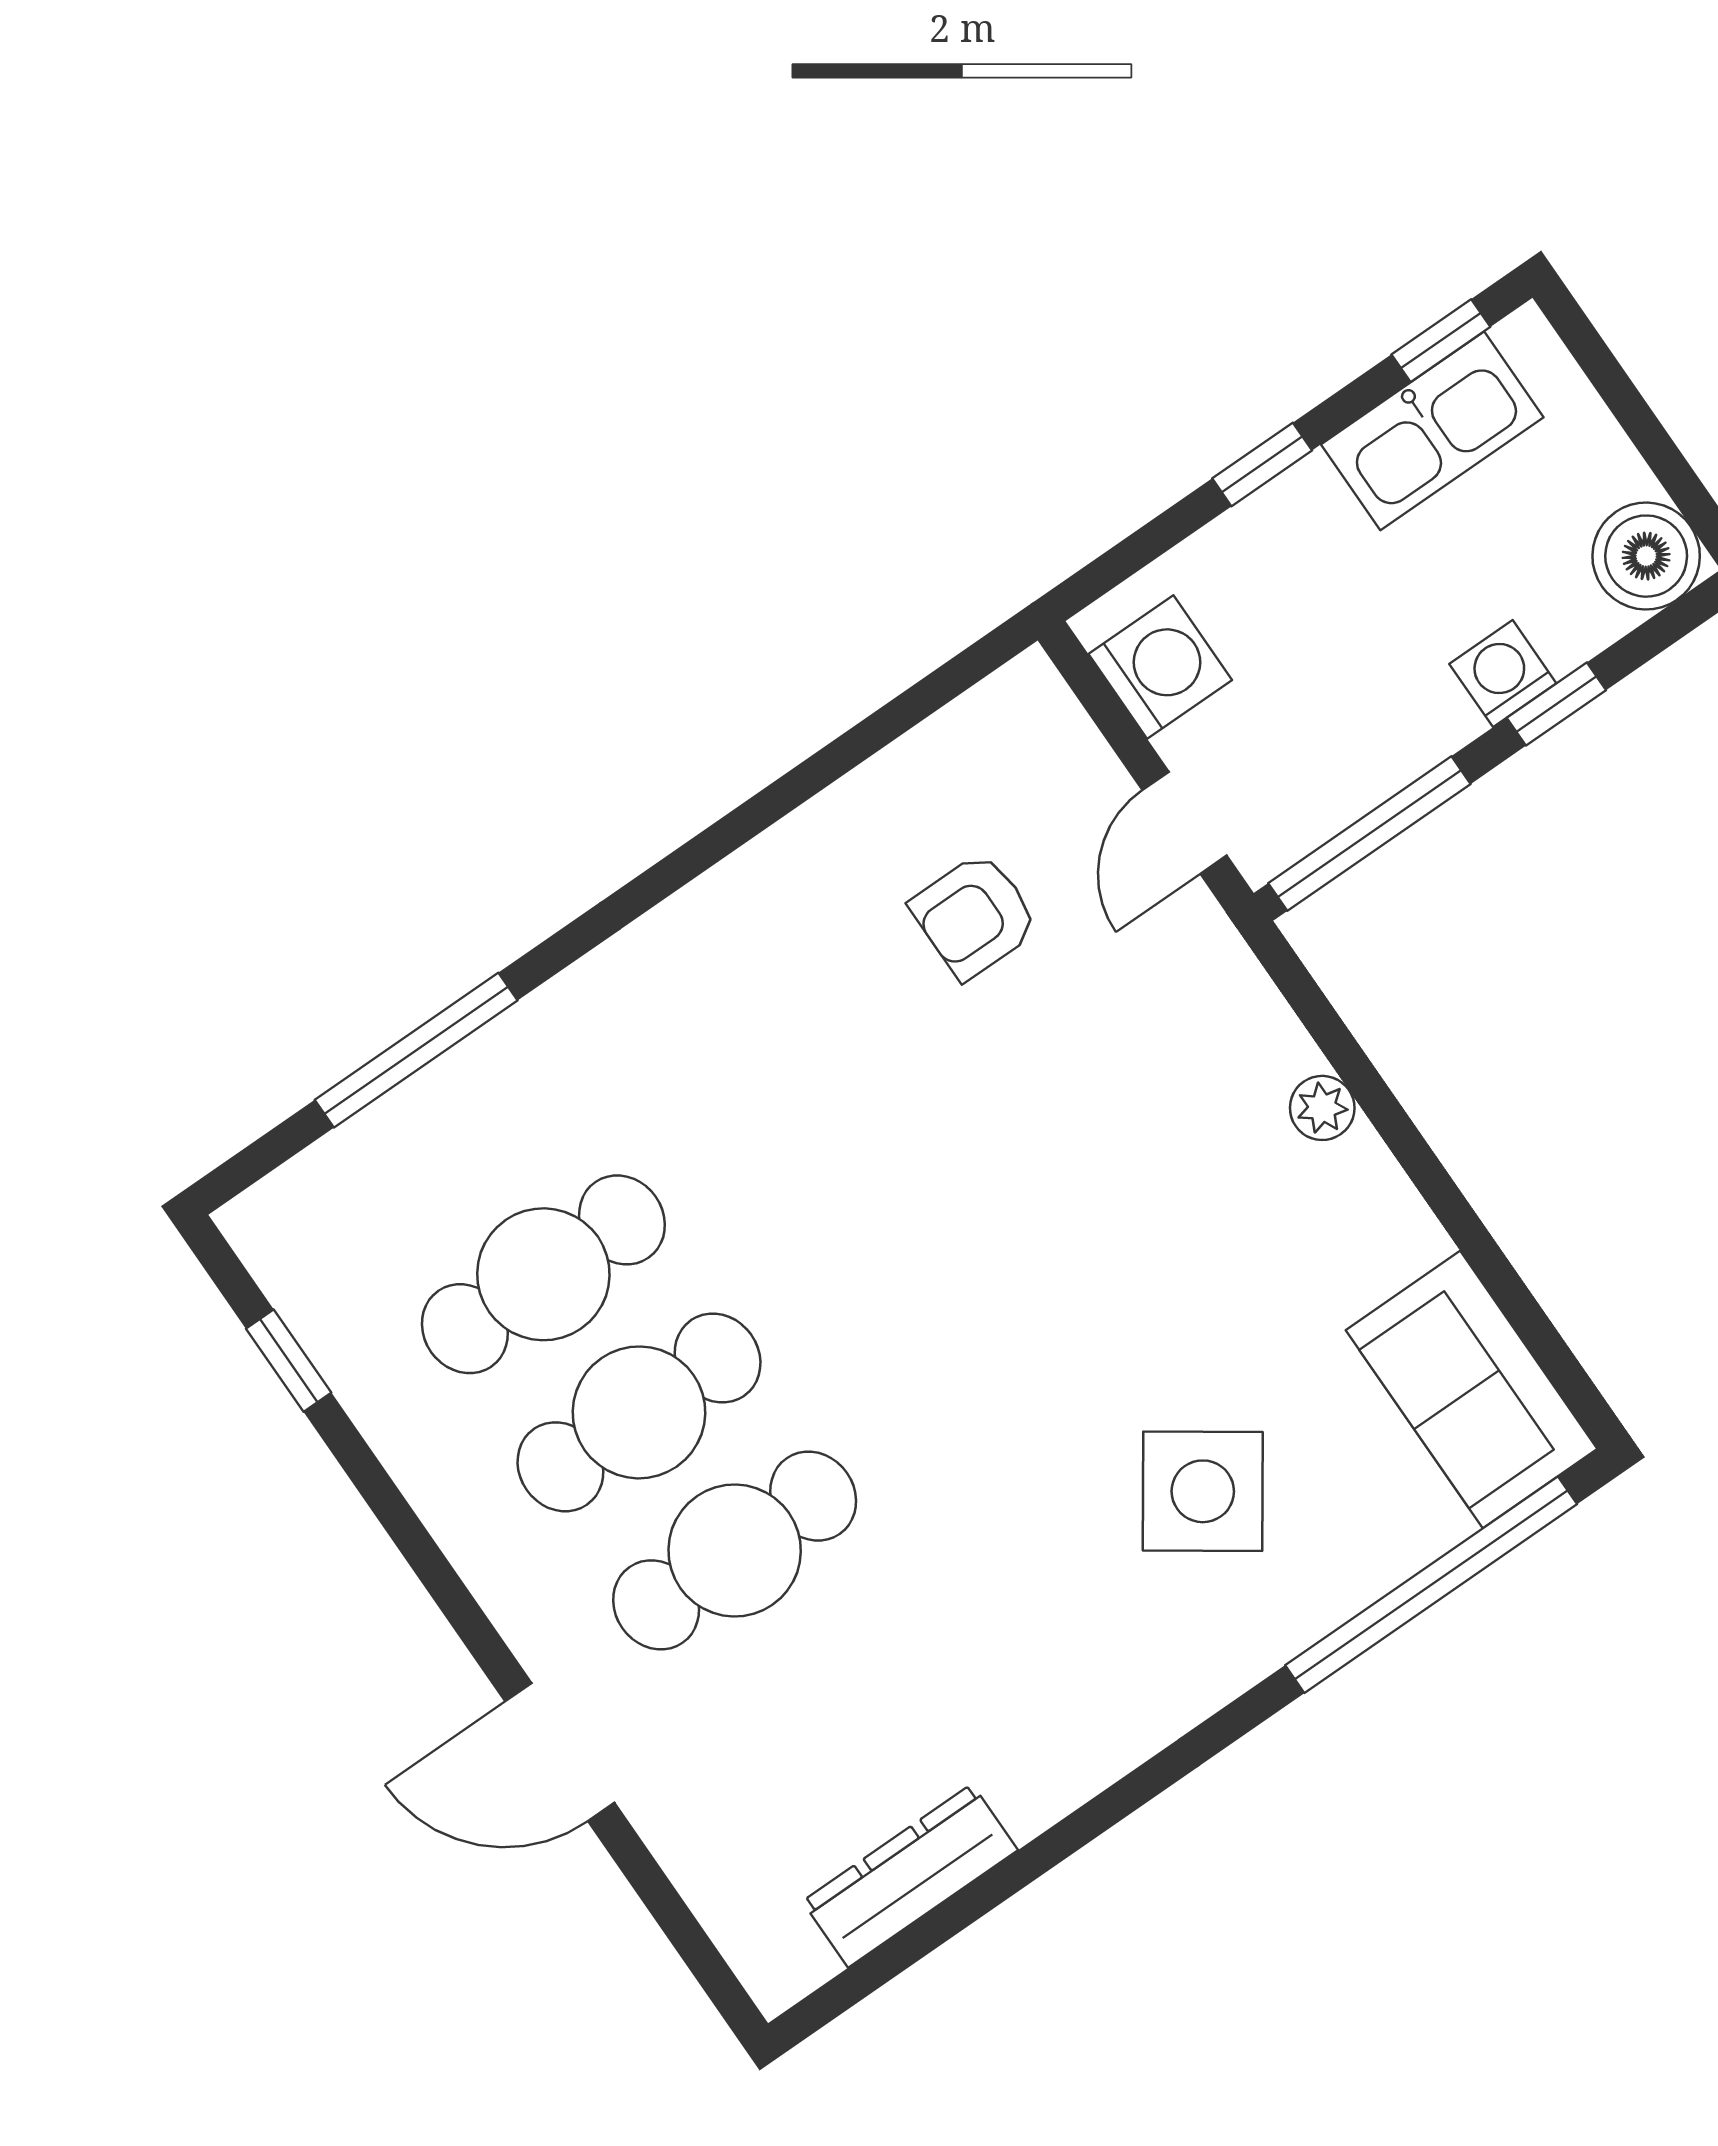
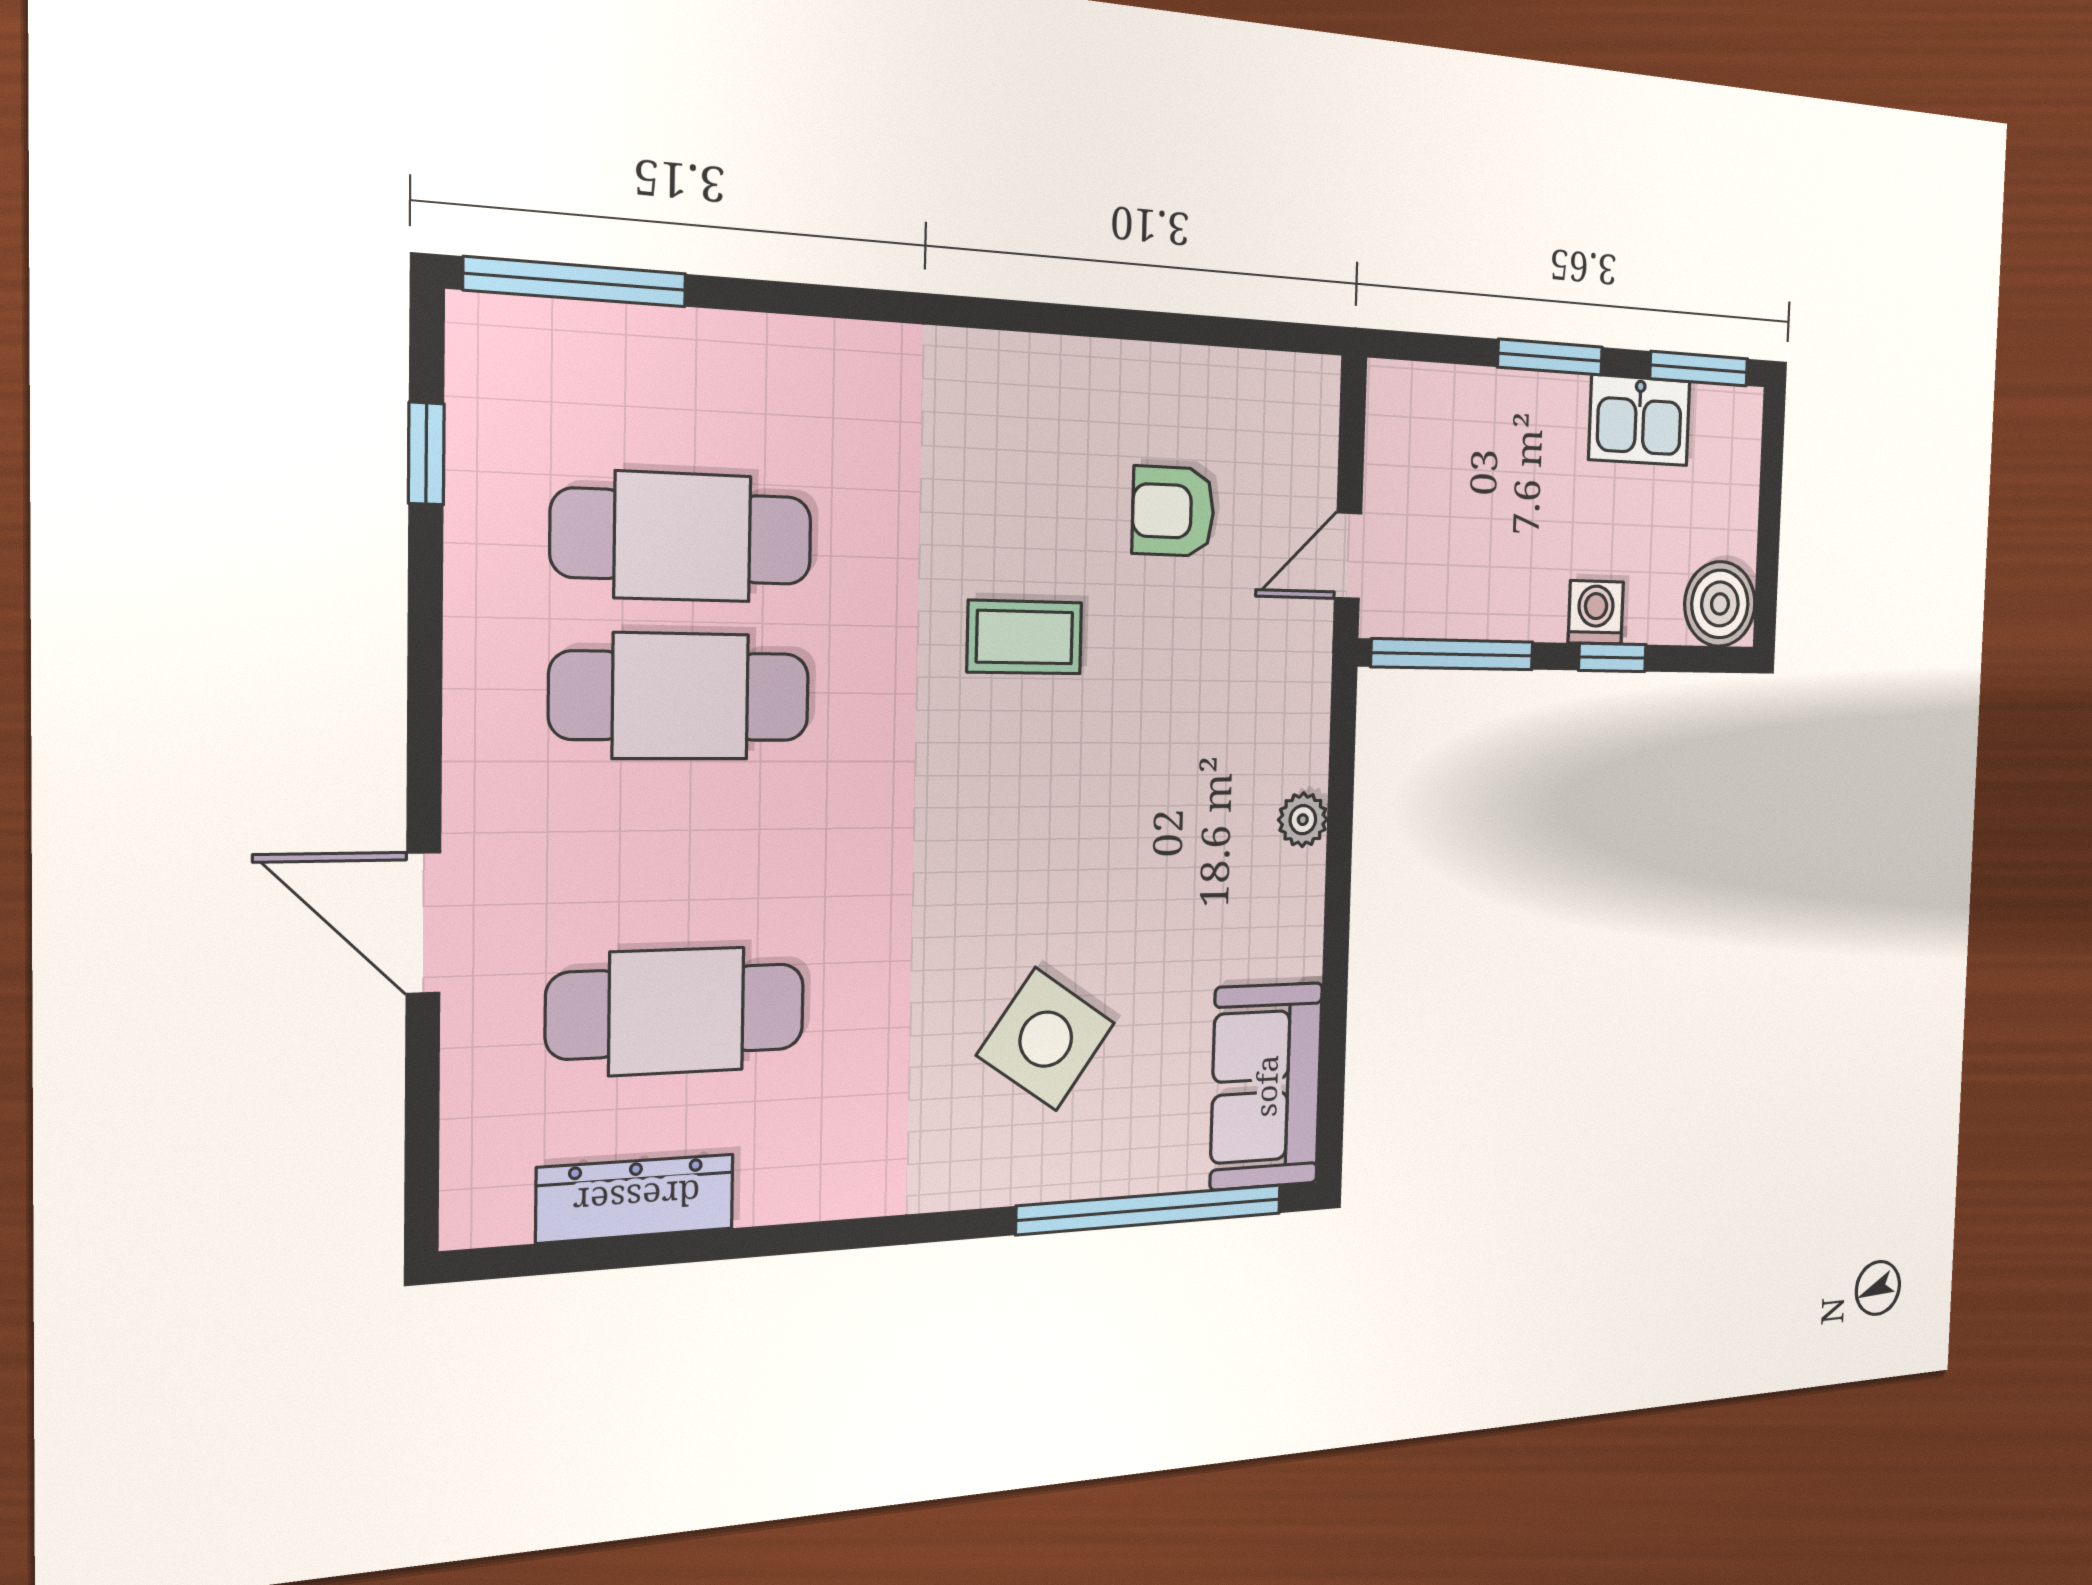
window: (1441, 341) -> (1699, 369), width x1.50
kitchen sink: (1432, 431) -> (1639, 420), width x0.73
window: (1262, 464) -> (1550, 357), width x1.50
washing machine: (1160, 667) -> (1403, 438), removed
window: (416, 1050) -> (576, 282), moved
coffee table: (914, 1137) -> (1025, 637), added
cafe table: (735, 1550) -> (677, 1011), moved

